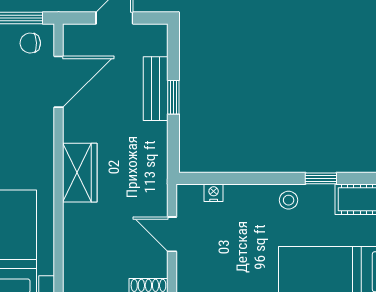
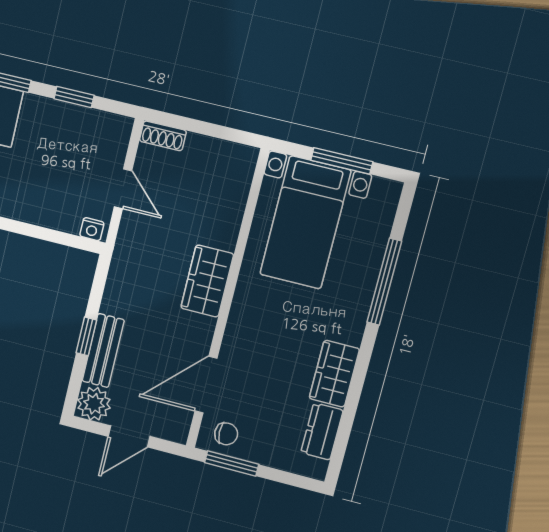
plant: (152, 39) -> (94, 404), added
nightstand: (214, 193) -> (92, 229), moved

